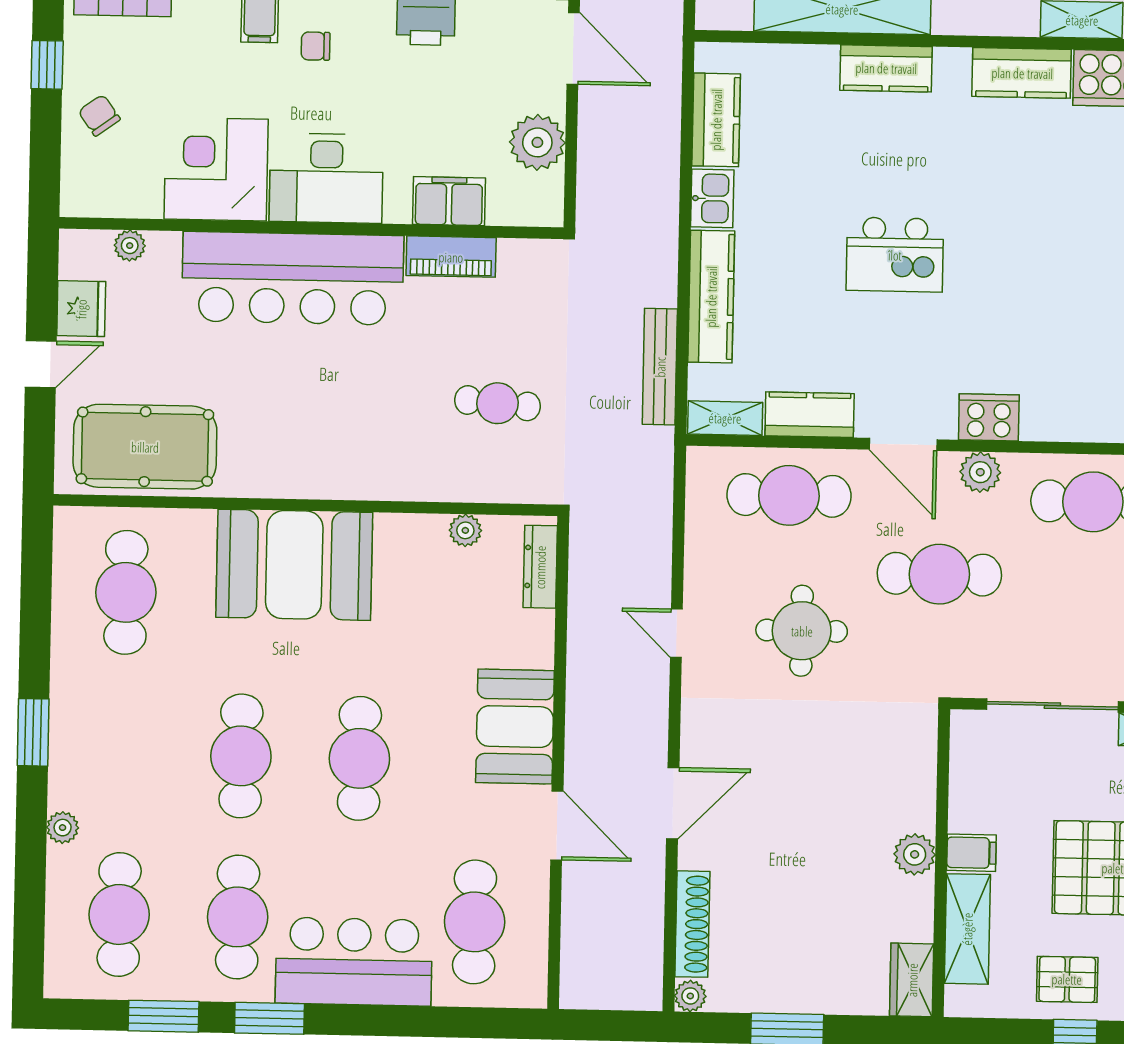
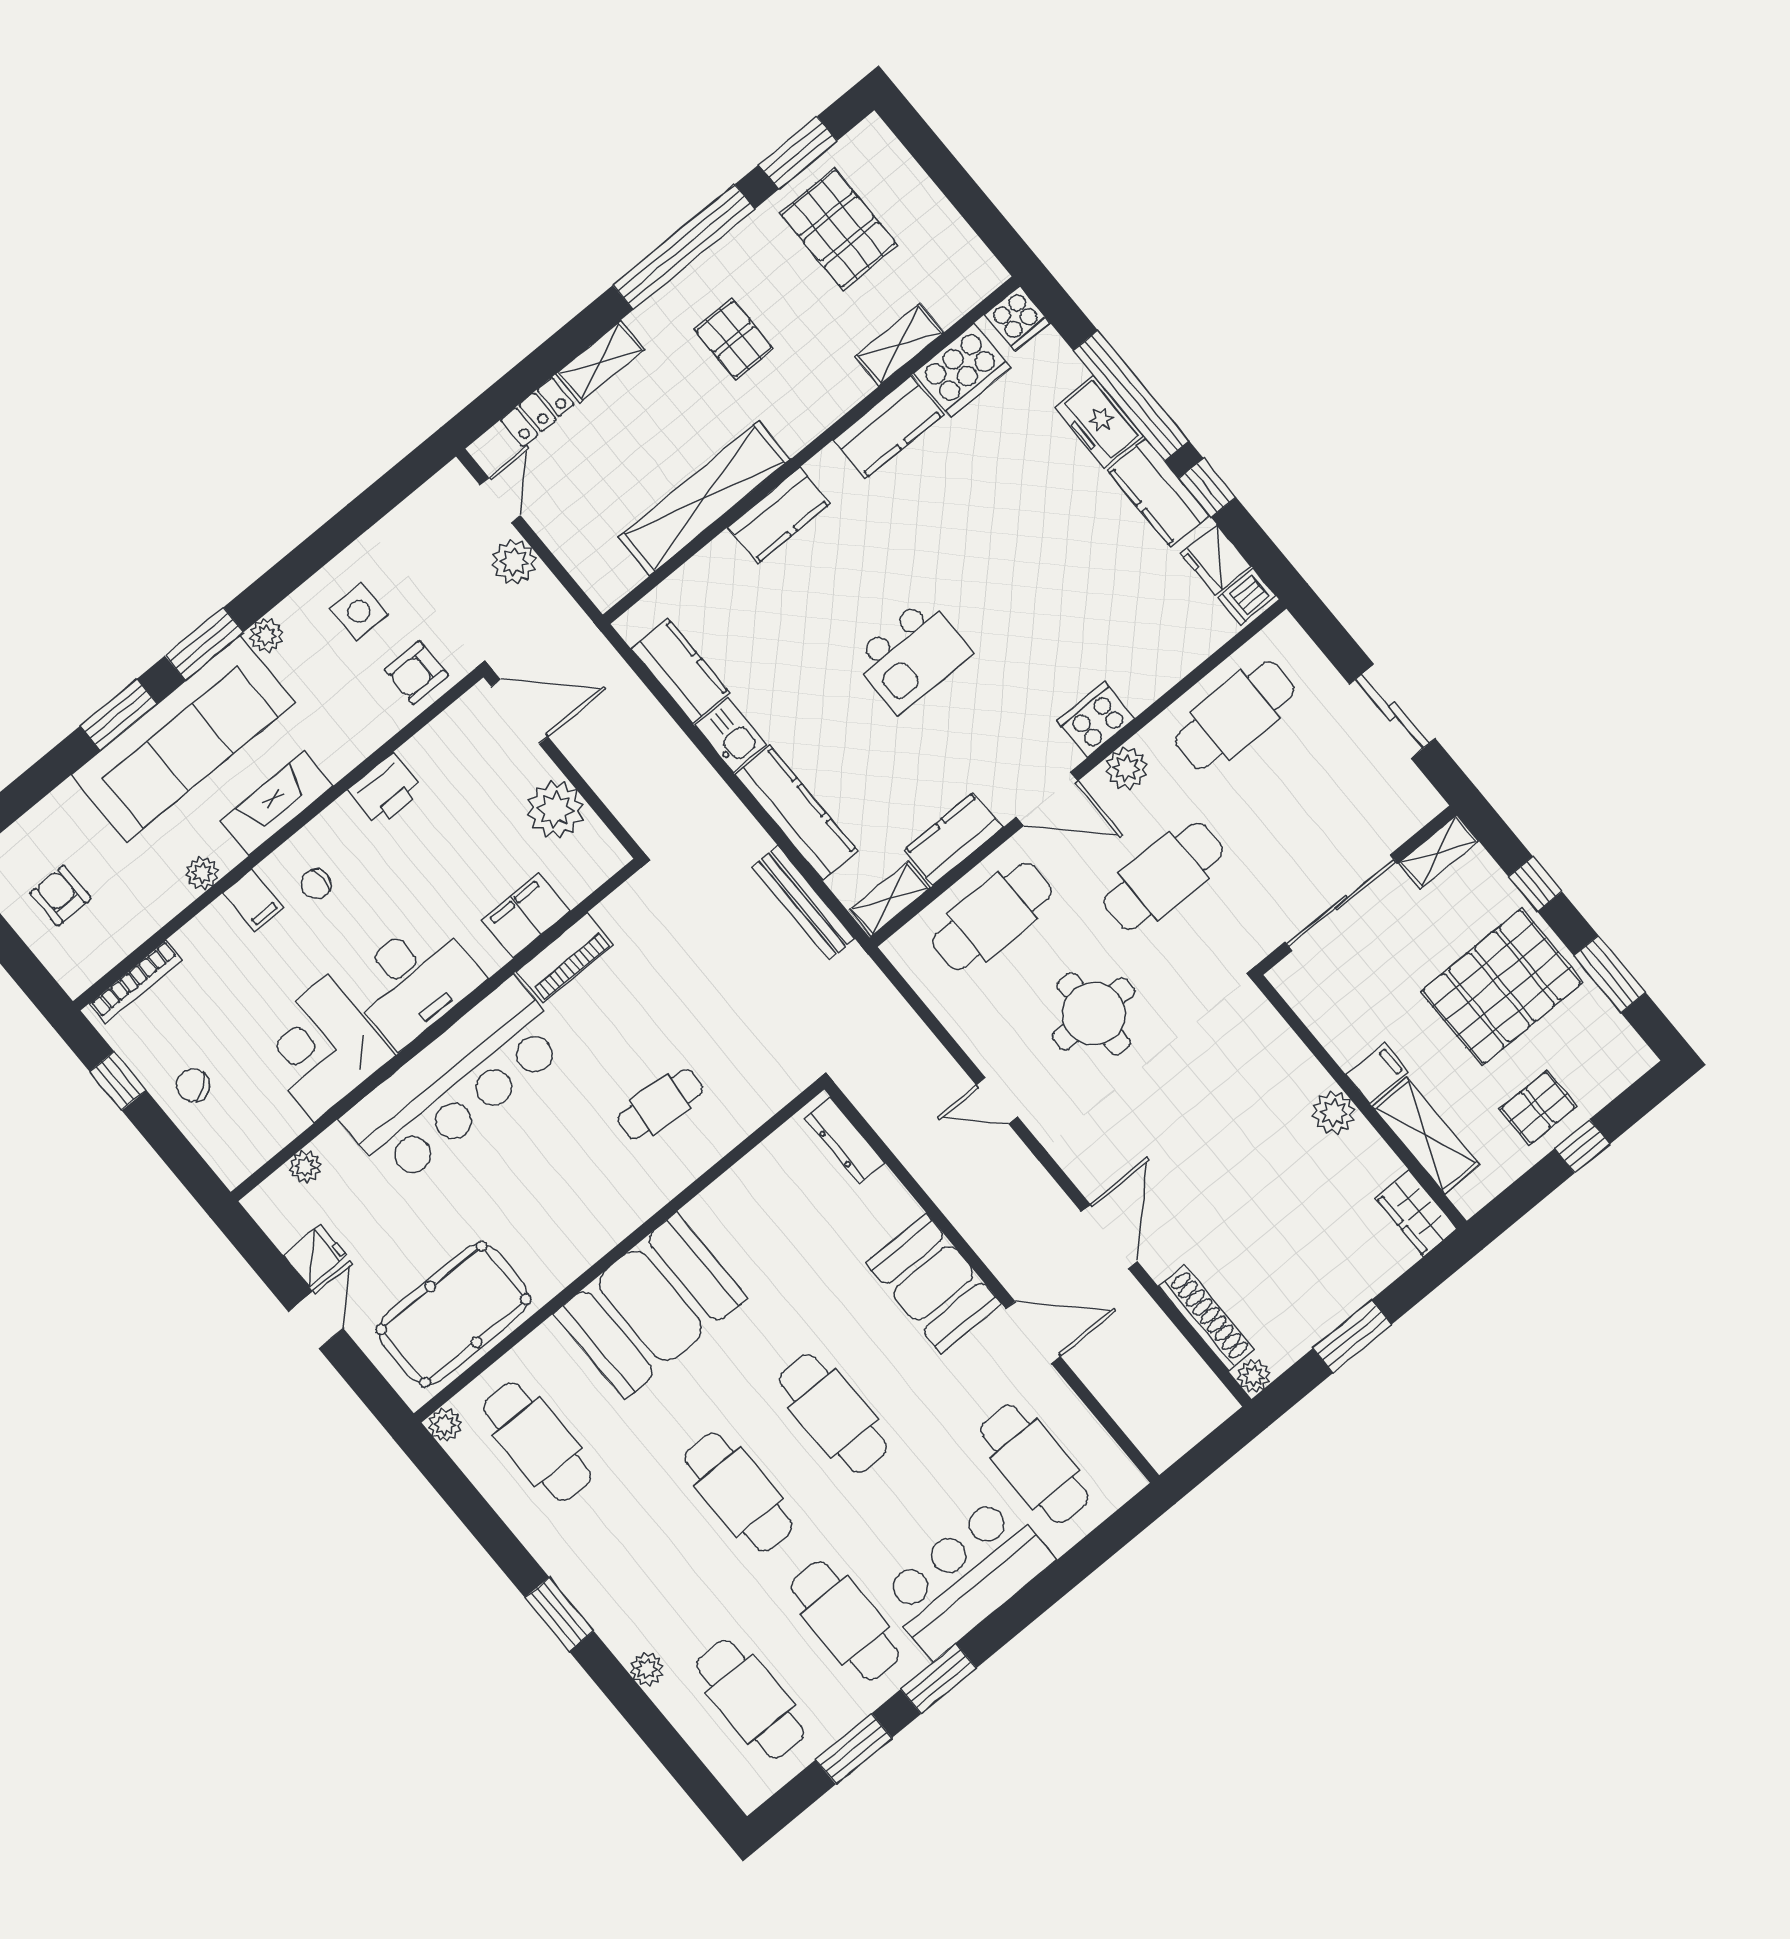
fridge: (81, 309) -> (315, 1255), width x0.72
cafe table: (497, 403) -> (660, 1104), moved
plant: (465, 530) -> (445, 1425), moved

